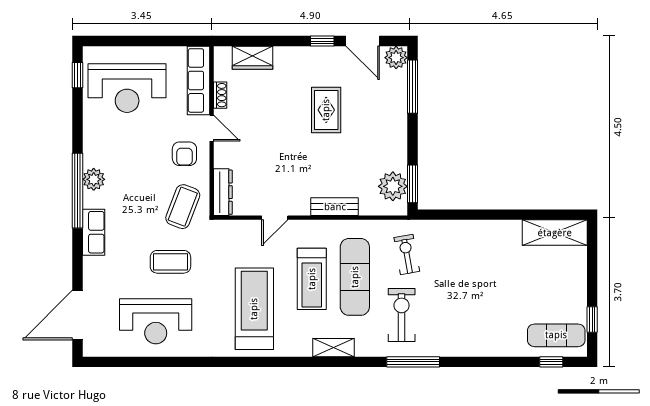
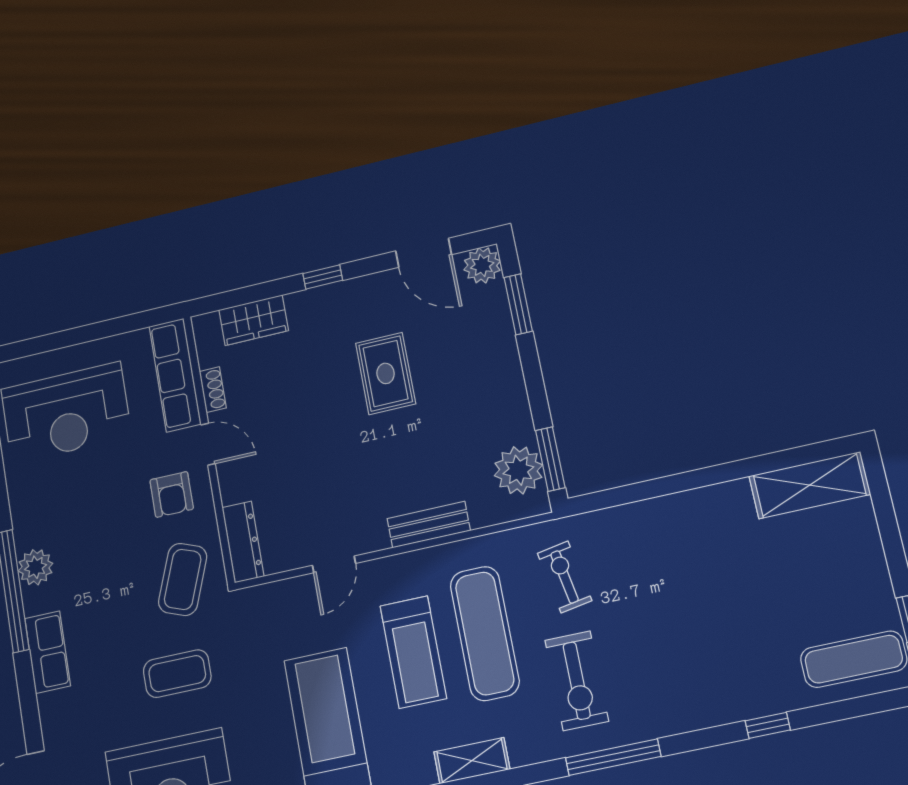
window: (322, 41) -> (323, 277), moved
window: (413, 87) -> (518, 304), width x0.69
exercise bike: (402, 315) -> (577, 681), turned 180
window: (551, 362) -> (768, 725), moved

